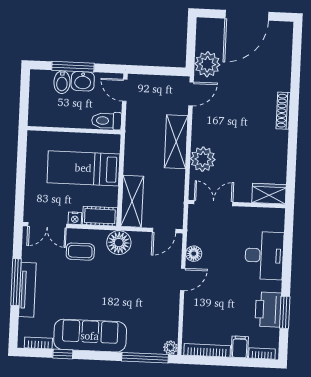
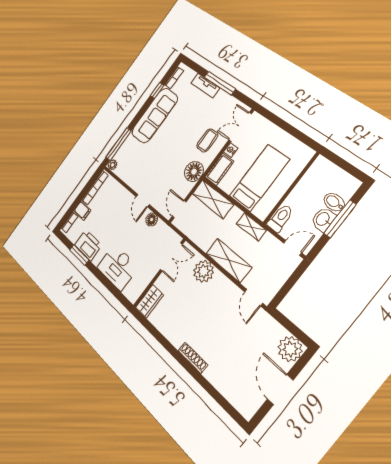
door: (247, 15) -> (280, 390), width x0.73
plant: (207, 64) -> (290, 349), moved
shelving: (132, 143) -> (251, 227), added
tv unit: (27, 290) -> (205, 85), width x0.71

